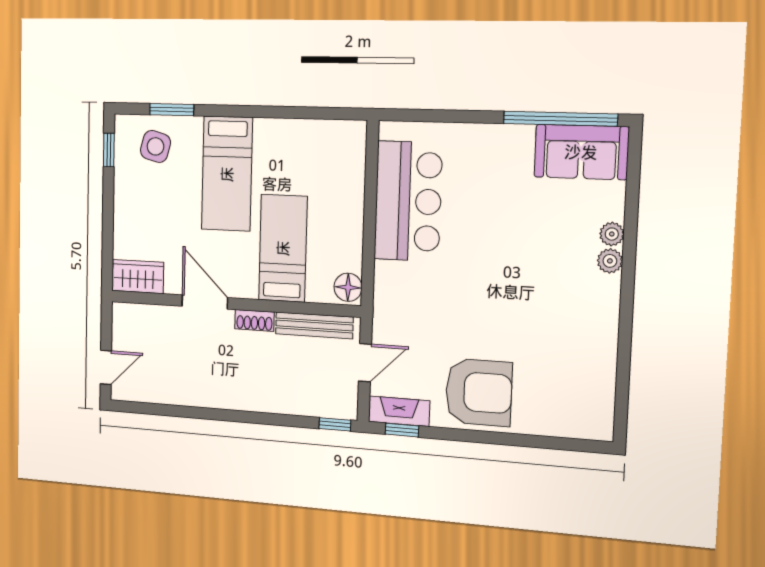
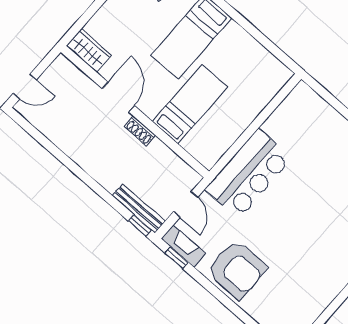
bar counter: (408, 201) -> (248, 174), moved
floor lamp: (348, 287) -> (210, 155), removed
bench: (314, 325) -> (139, 209), moved
door: (365, 363) -> (186, 204), hinge flipped

